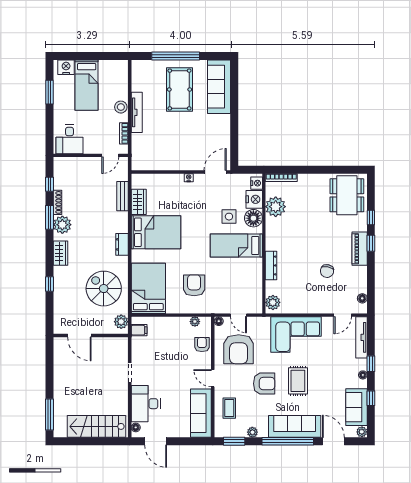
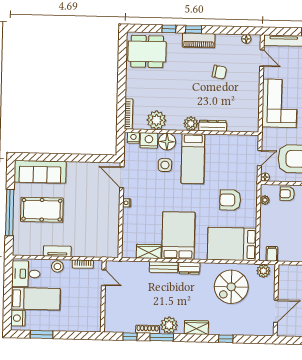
tv unit: (137, 112) -> (57, 251), width x0.71
desk: (70, 139) -> (26, 274), moved, turned 180
bench: (123, 196) -> (164, 267), moved
plant: (273, 302) -> (191, 124), moved

